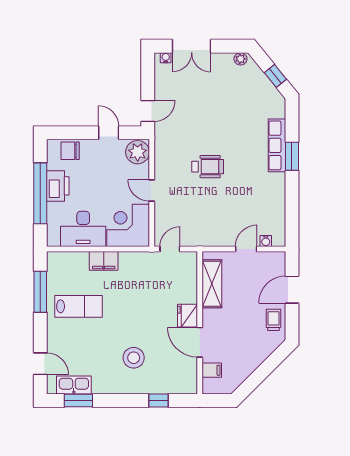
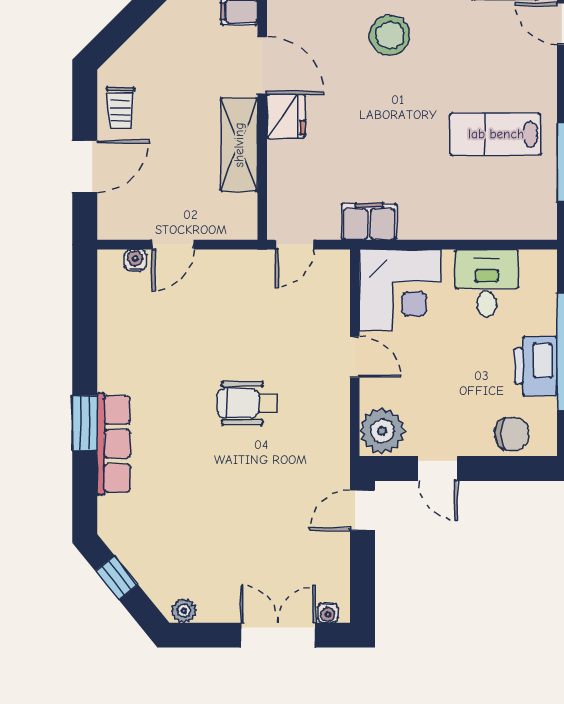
desk: (83, 229) -> (487, 283), width x0.73
door: (170, 249) -> (294, 245), moved
filing cabinet: (104, 261) -> (369, 222), moved
shelving: (212, 284) -> (239, 145), moved

